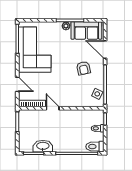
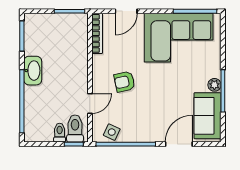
armchair: (83, 68) -> (124, 82), moved
door: (53, 108) -> (90, 103), moved
washbasin: (43, 146) -> (33, 71), moved
toilet: (95, 147) -> (75, 129), moved

